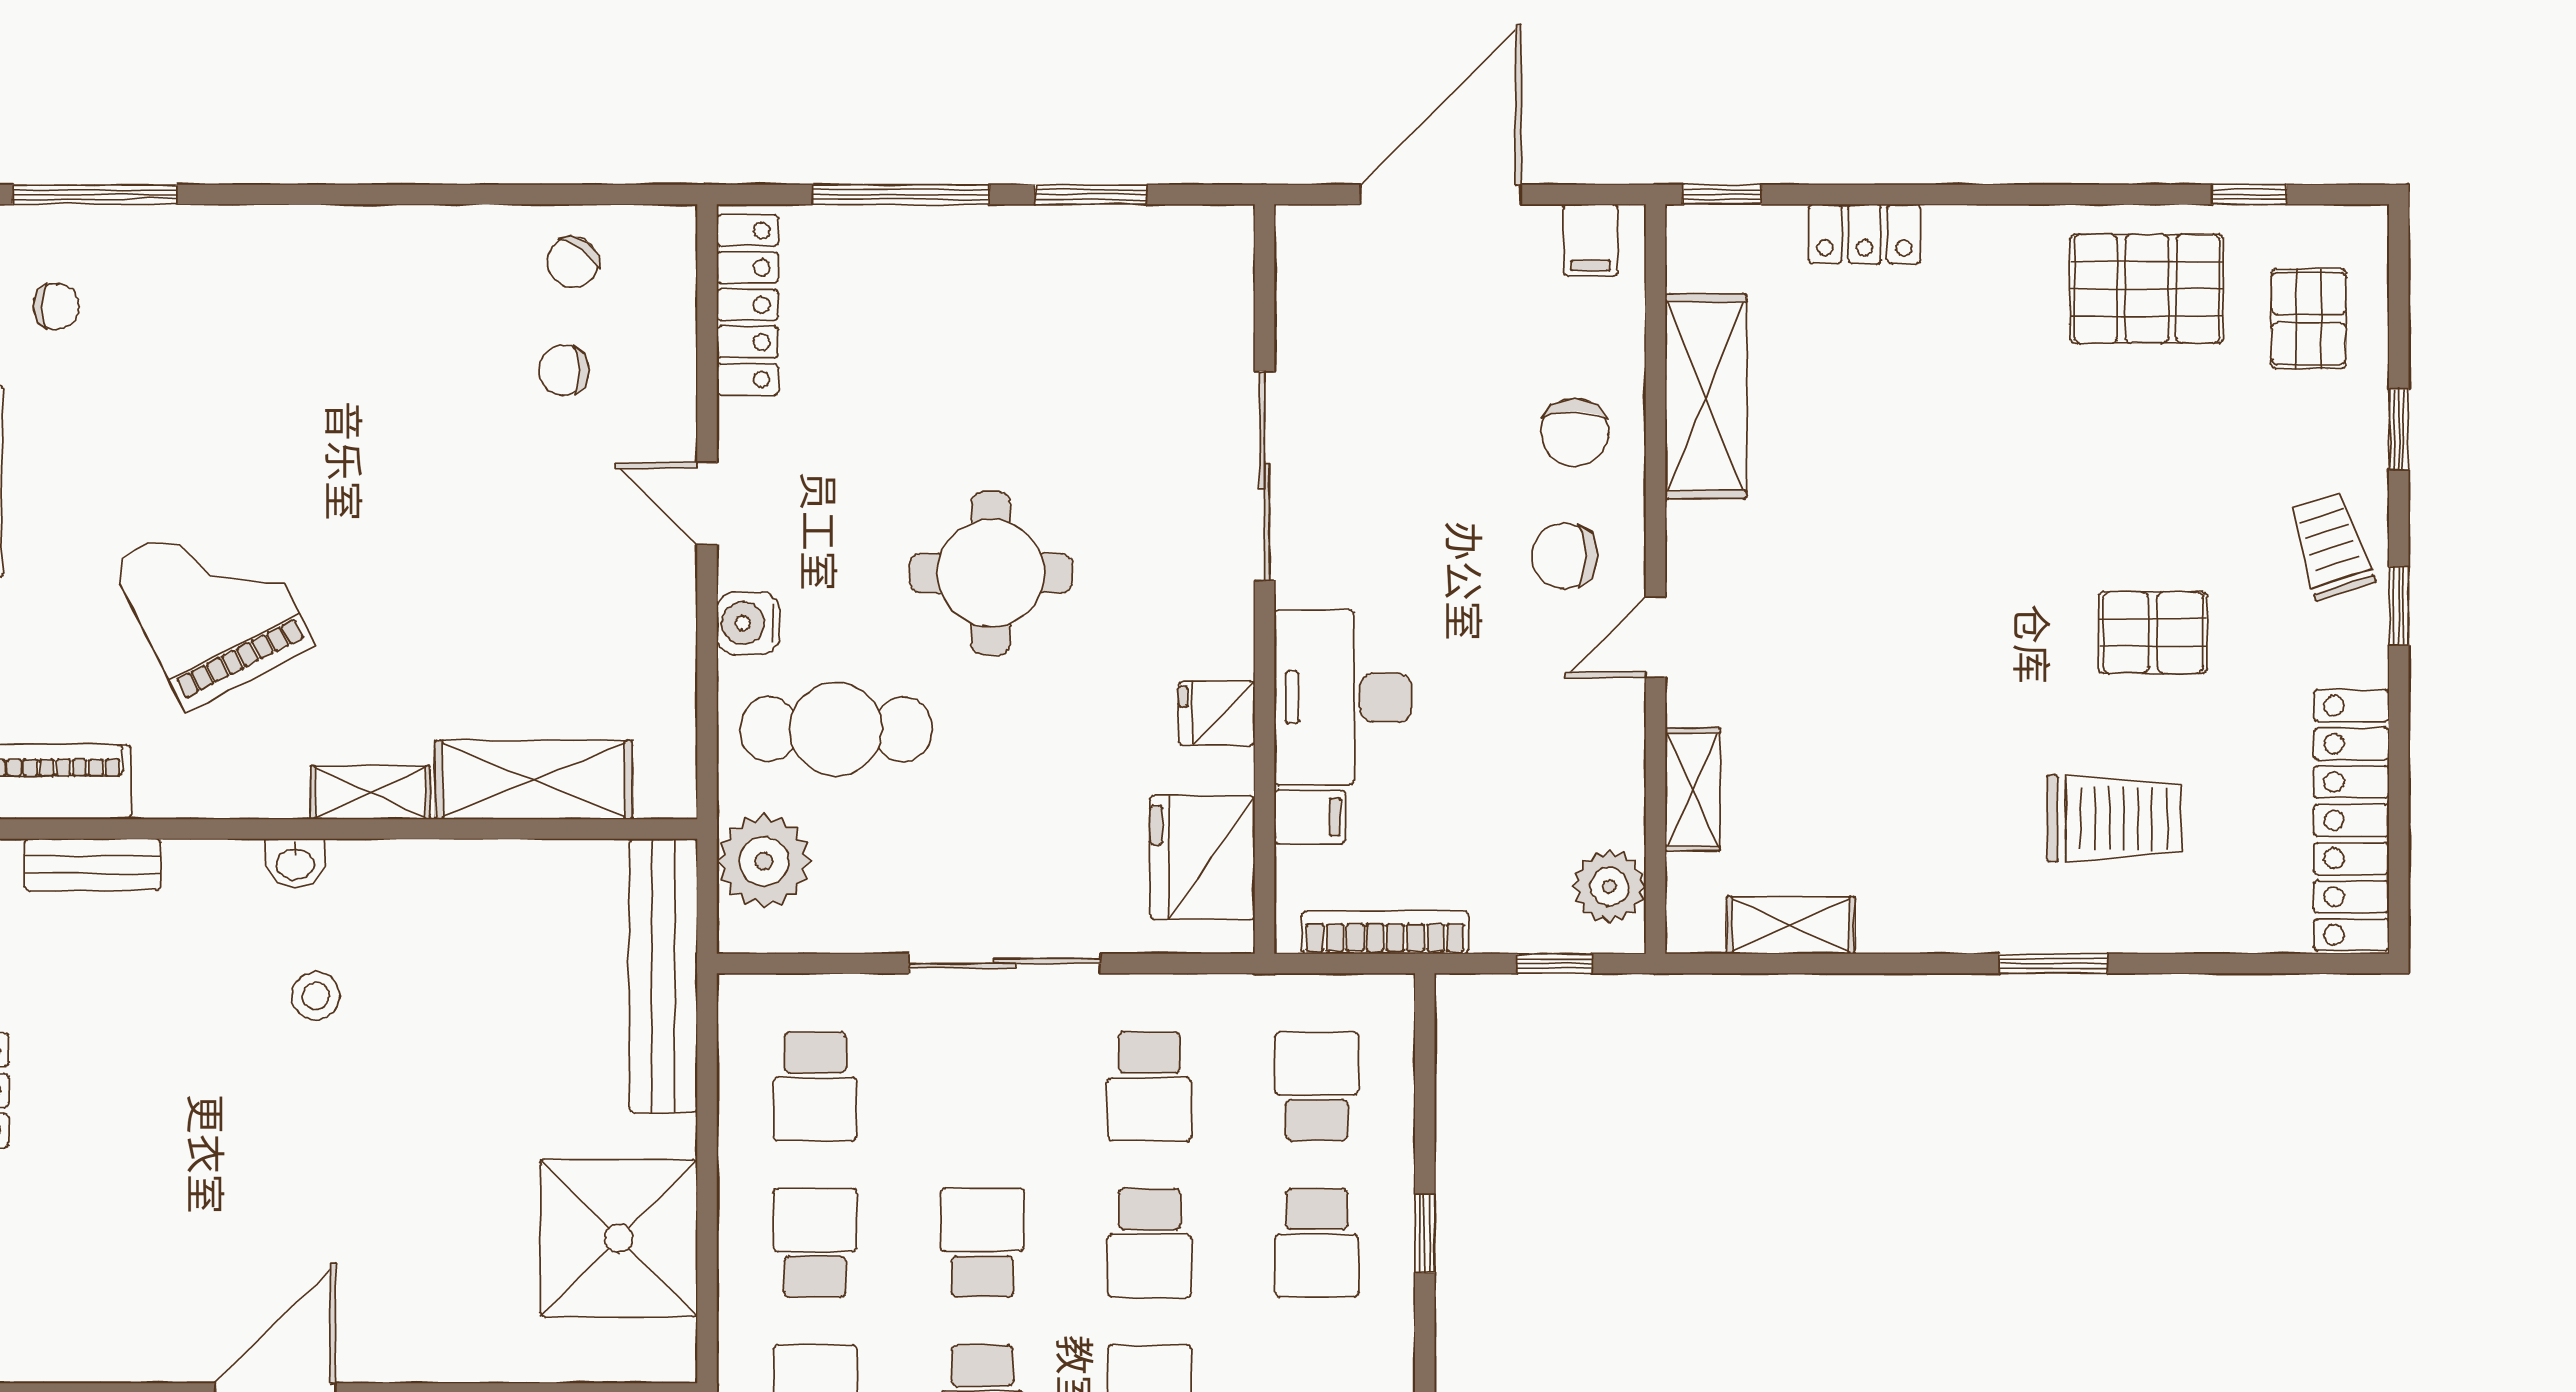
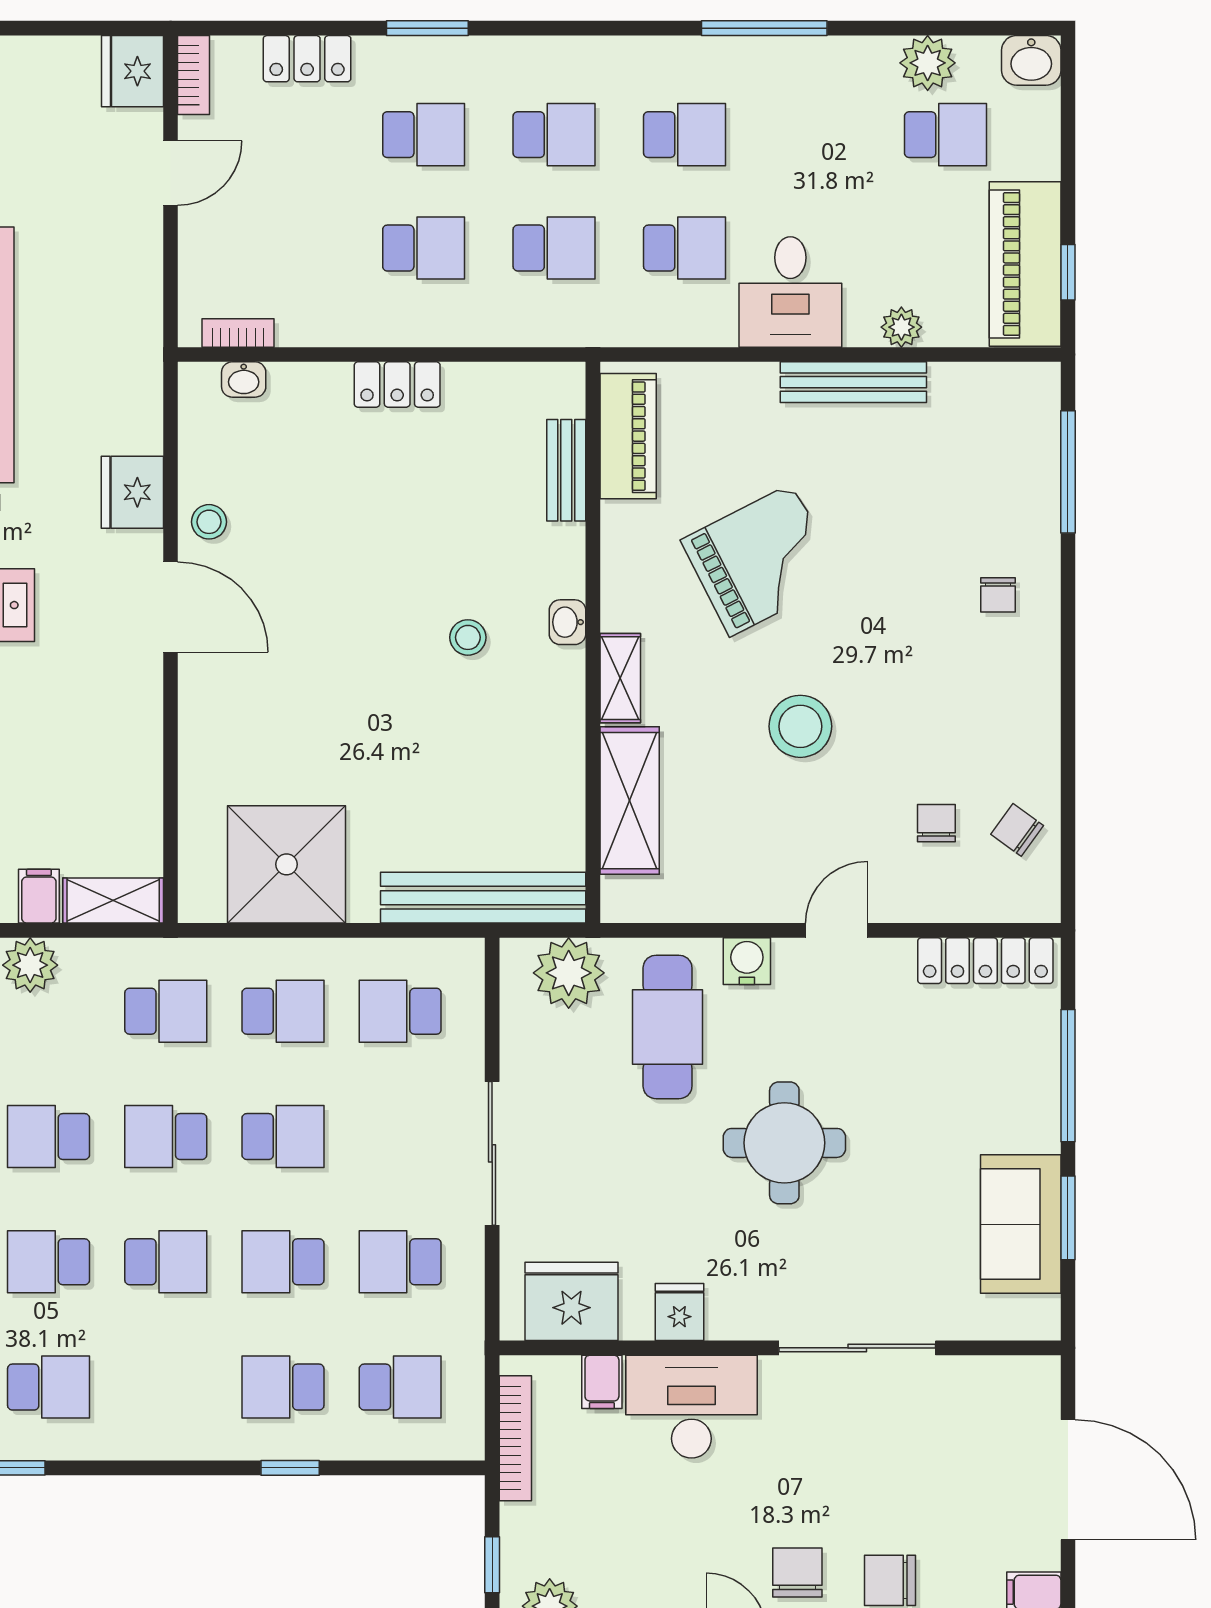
sofa: (1099, 258) -> (1021, 1224), added
chair: (56, 306) -> (998, 595), moved
stool: (435, 552) -> (800, 726), added
stool: (161, 1342) -> (209, 522), added

